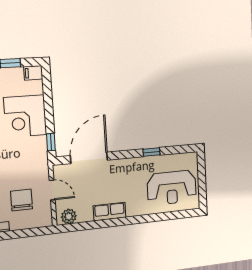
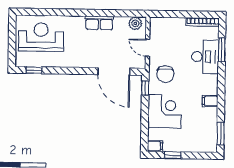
window: (151, 152) -> (34, 70), moved
door: (89, 158) -> (114, 71), hinge flipped
chair: (22, 200) -> (165, 74), moved

